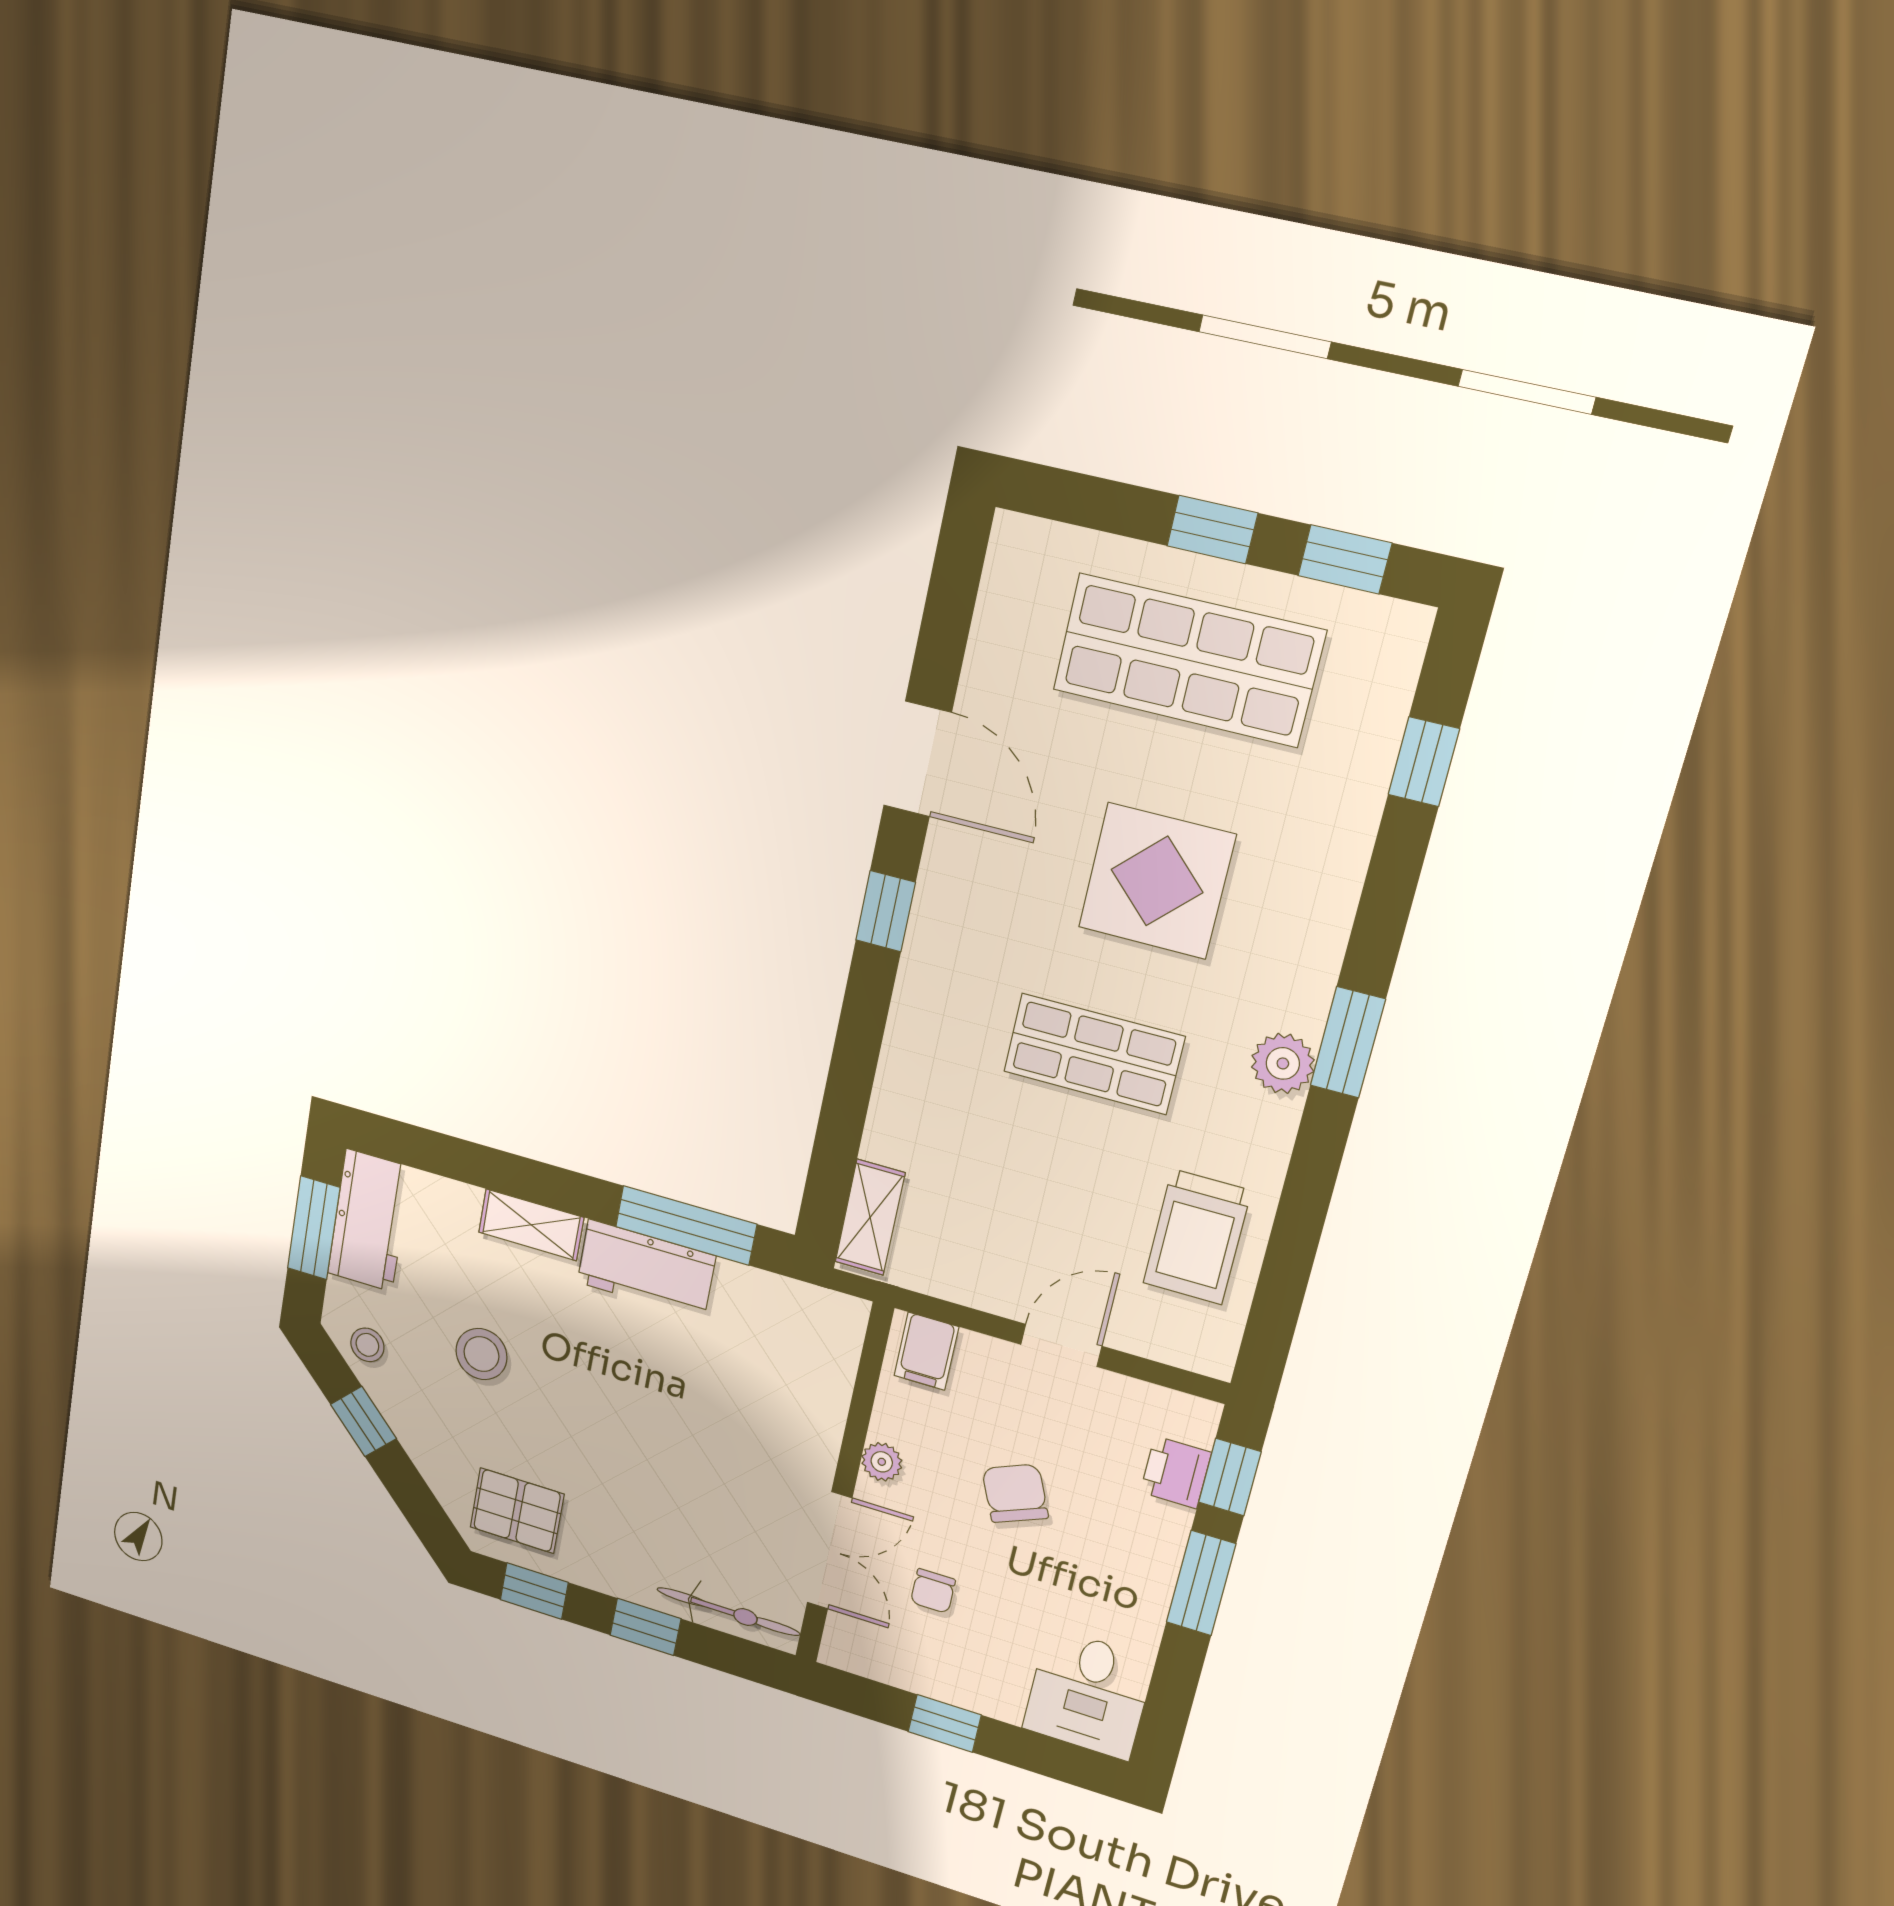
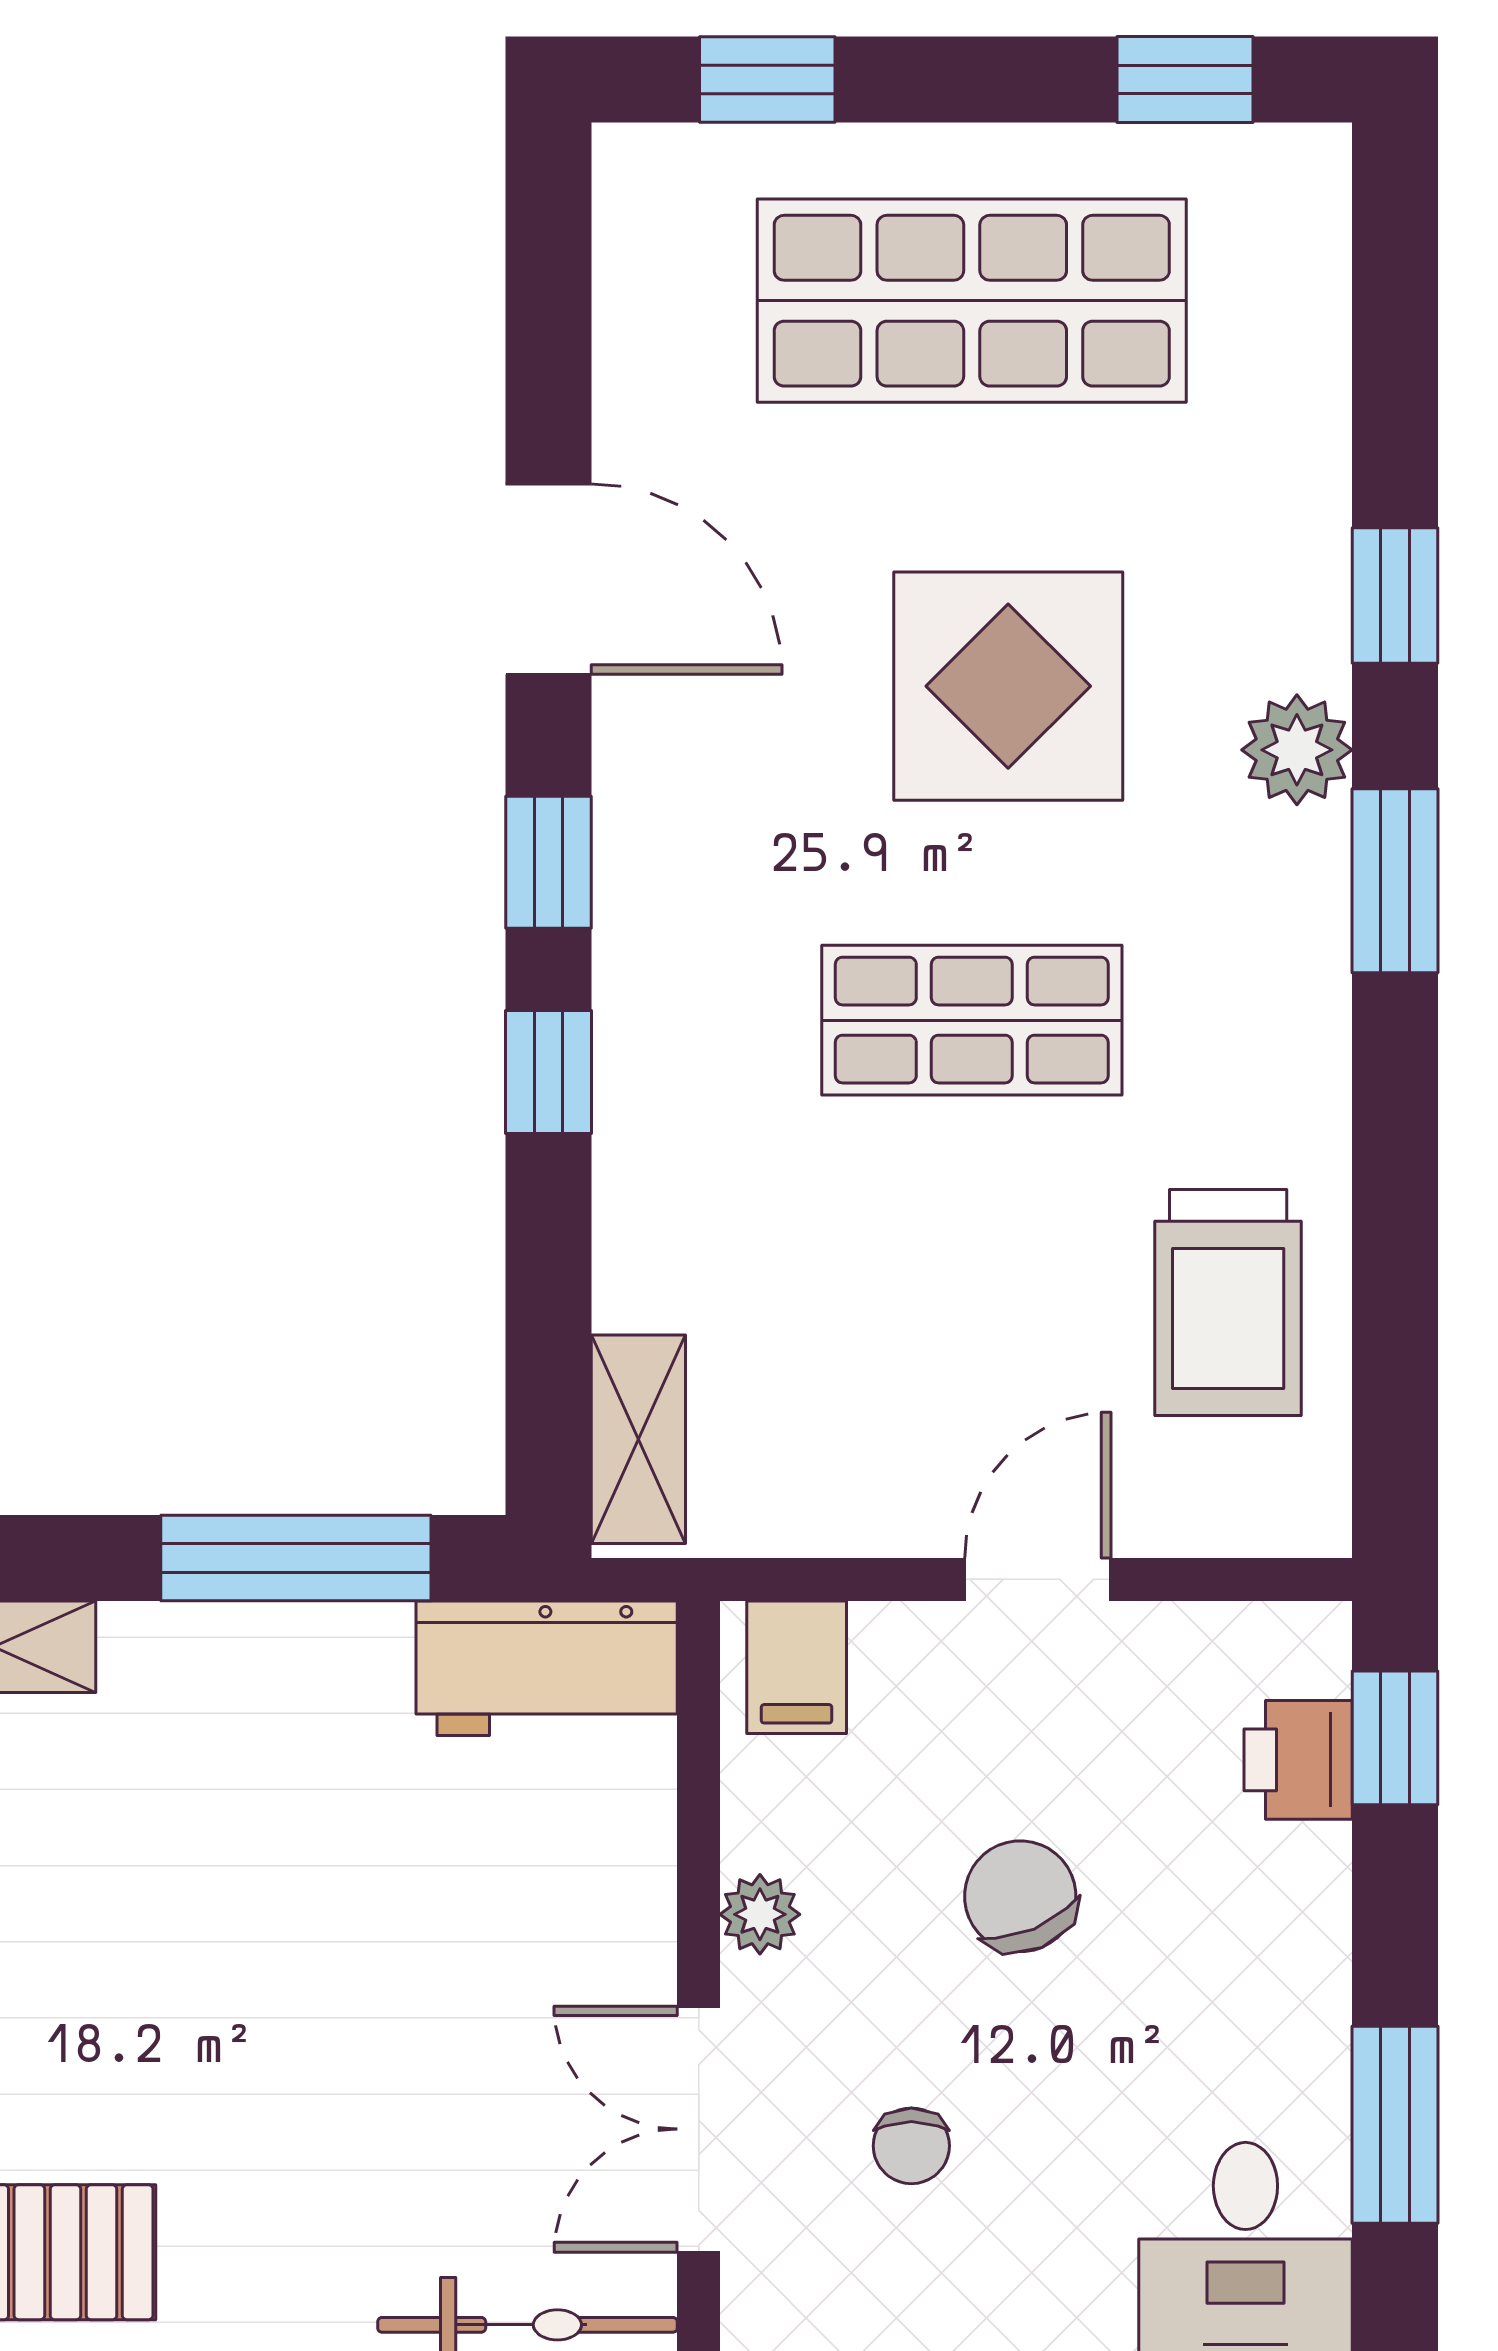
window: (1212, 529) -> (767, 80), moved
window: (1424, 762) -> (1395, 595), moved
window: (863, 1020) -> (549, 1072), added
plant: (1283, 1063) -> (1297, 750), moved
workbench: (646, 1269) -> (547, 1668), moved
double door: (830, 1551) -> (699, 2129), swing flipped
window: (1201, 1583) -> (1395, 2125), moved

